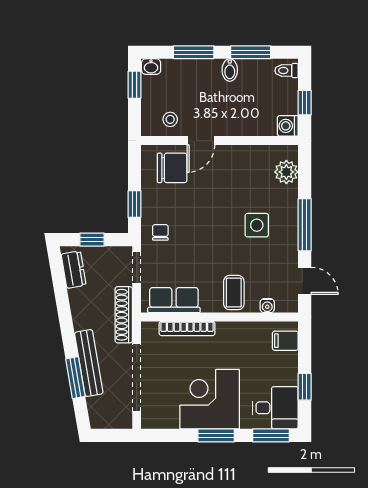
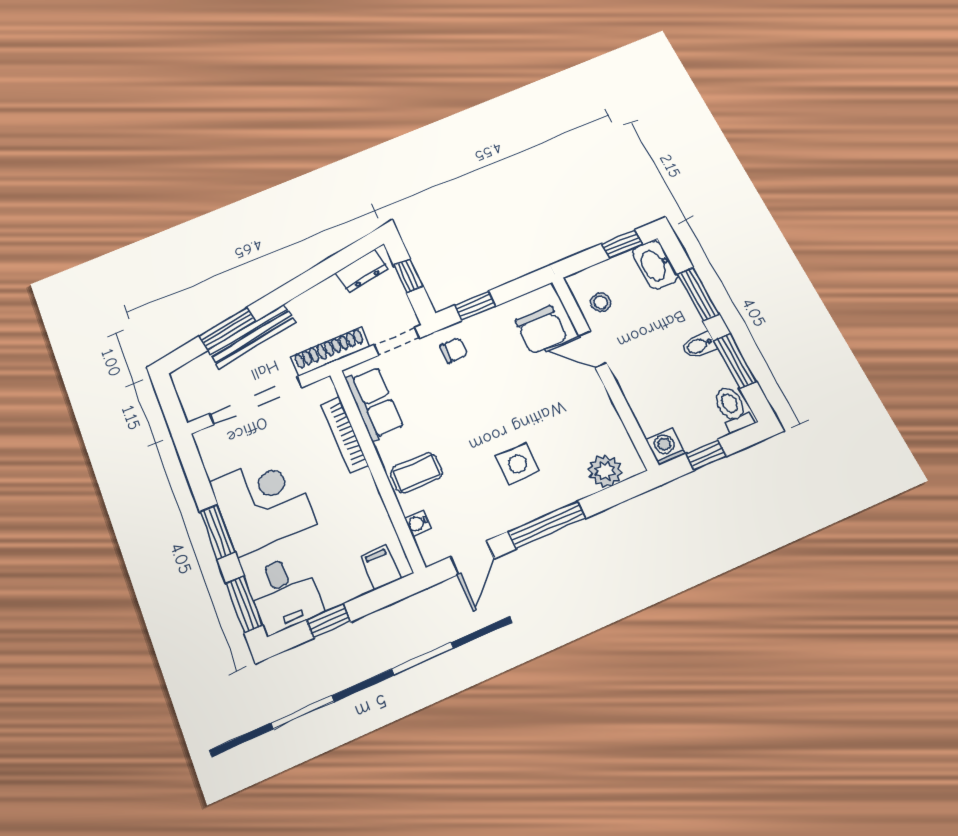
washbasin: (151, 67) -> (655, 265), width x1.91, depth x1.45
toilet: (287, 71) -> (733, 409), width x1.37, depth x1.39

